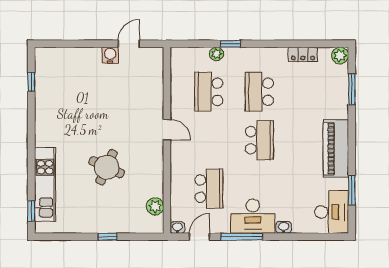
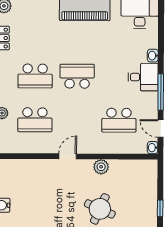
school desk: (209, 189) -> (119, 120), turned 180
plant: (155, 206) -> (101, 167), moved
desk: (253, 216) -> (143, 77), width x0.73

